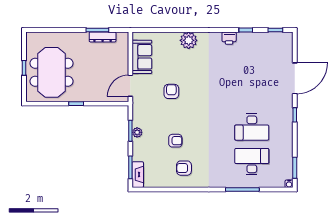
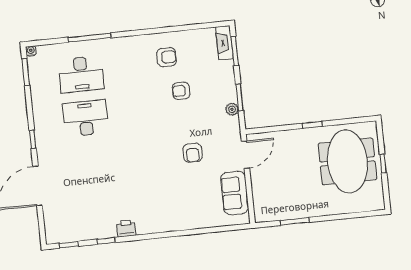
dresser: (103, 37) -> (287, 213), removed
plant: (189, 40) -> (177, 220), removed
plant: (137, 132) -> (232, 109), moved

